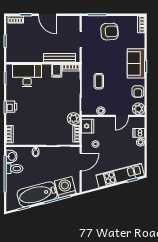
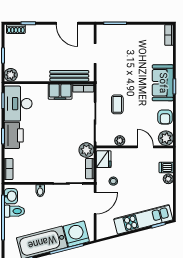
door: (47, 15) -> (67, 23), moved
armchair: (109, 32) -> (130, 44), removed
plant: (12, 57) -> (11, 75), added
filing cabinet: (57, 71) -> (60, 92), width x2.00
desk: (27, 76) -> (18, 104), moved, turned -90
printer: (11, 107) -> (14, 135), width x1.87, depth x1.48
door: (122, 116) -> (145, 147), swing flipped

